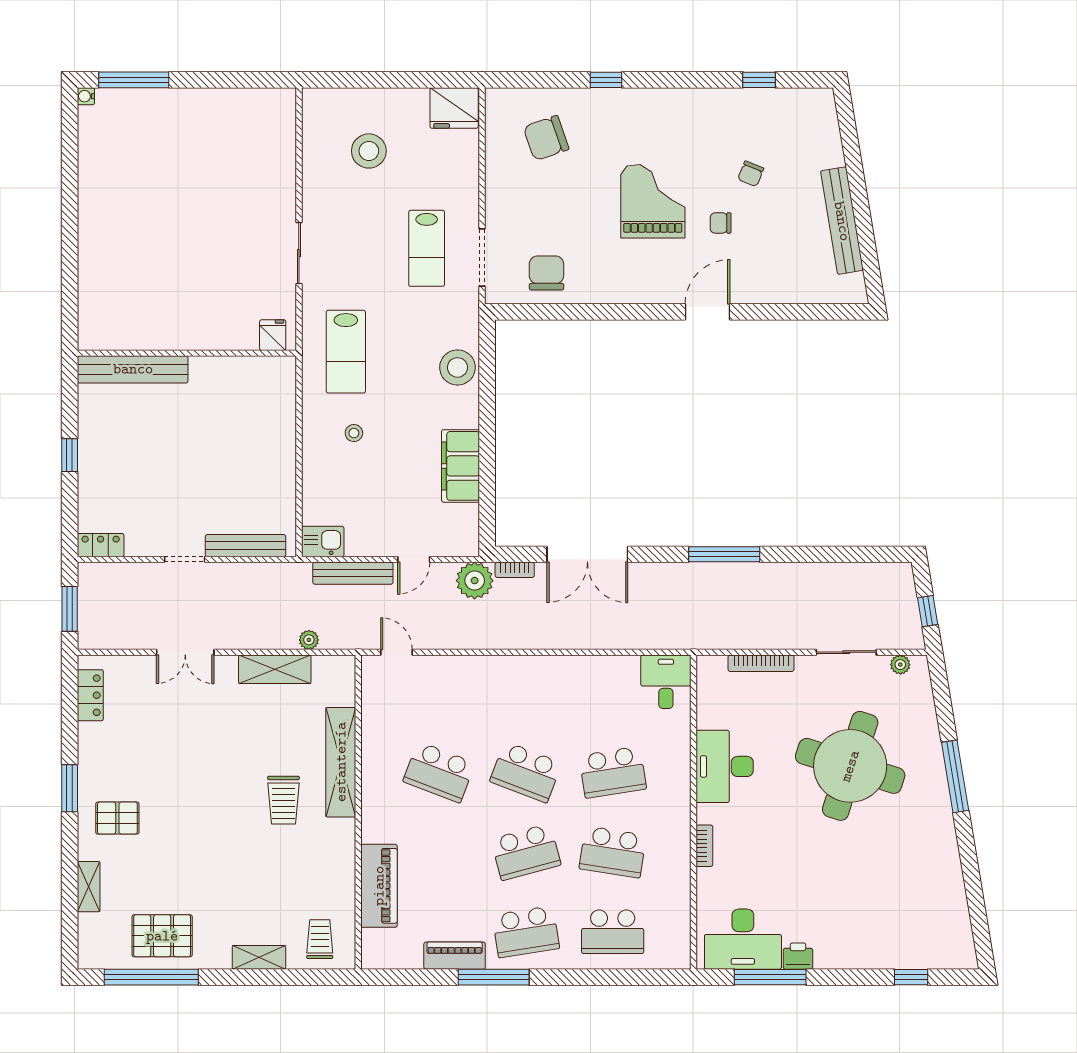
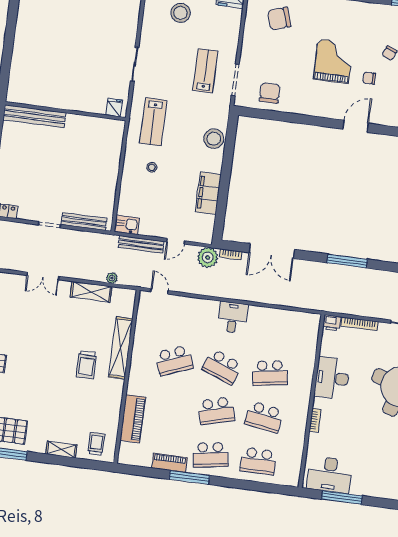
lab bench: (427, 248) -> (205, 71), turned 180
desk: (666, 682) -> (233, 317), moved
school desk: (439, 772) -> (174, 360), turned -42
printer: (798, 956) -> (332, 323), moved, turned 180

